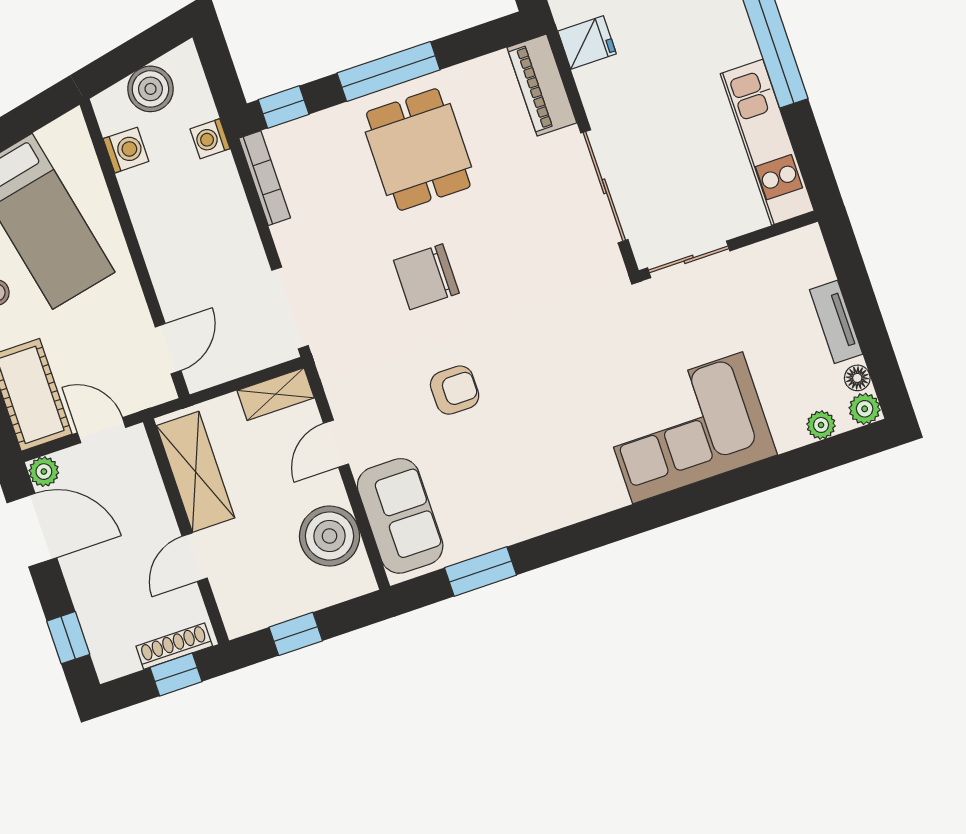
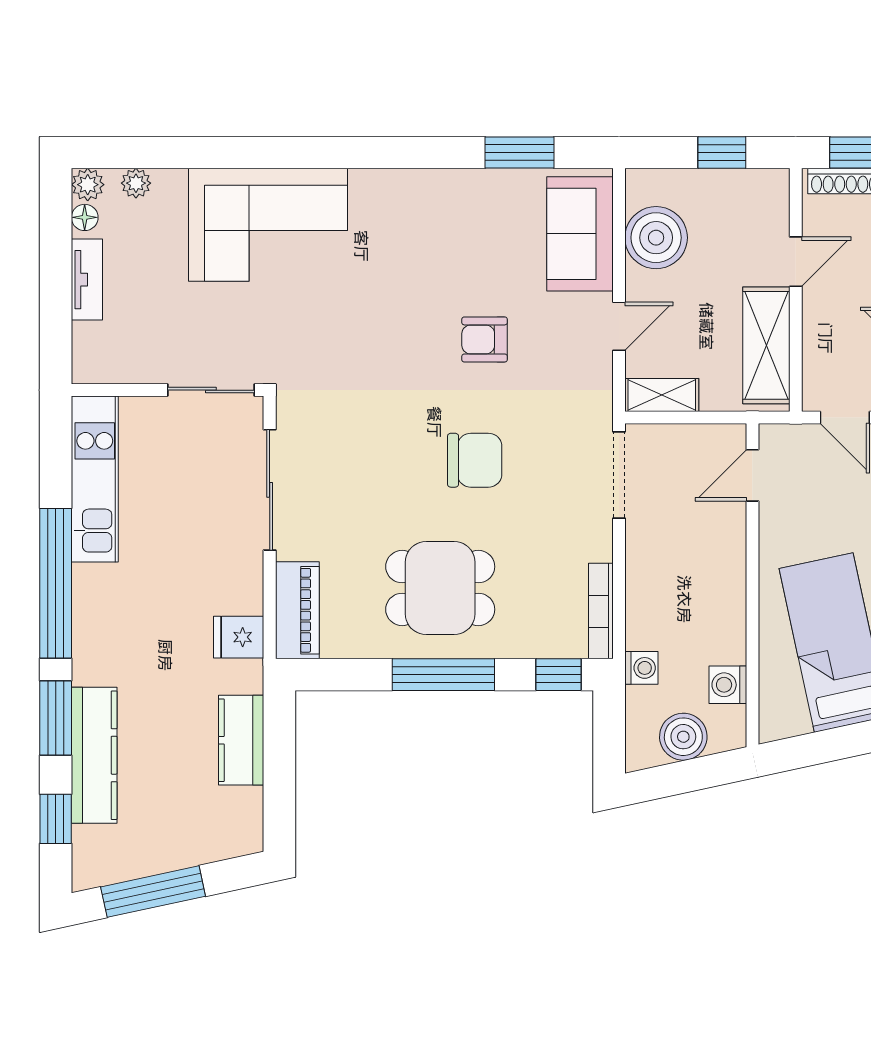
dining table: (418, 150) -> (440, 588), turned 90

